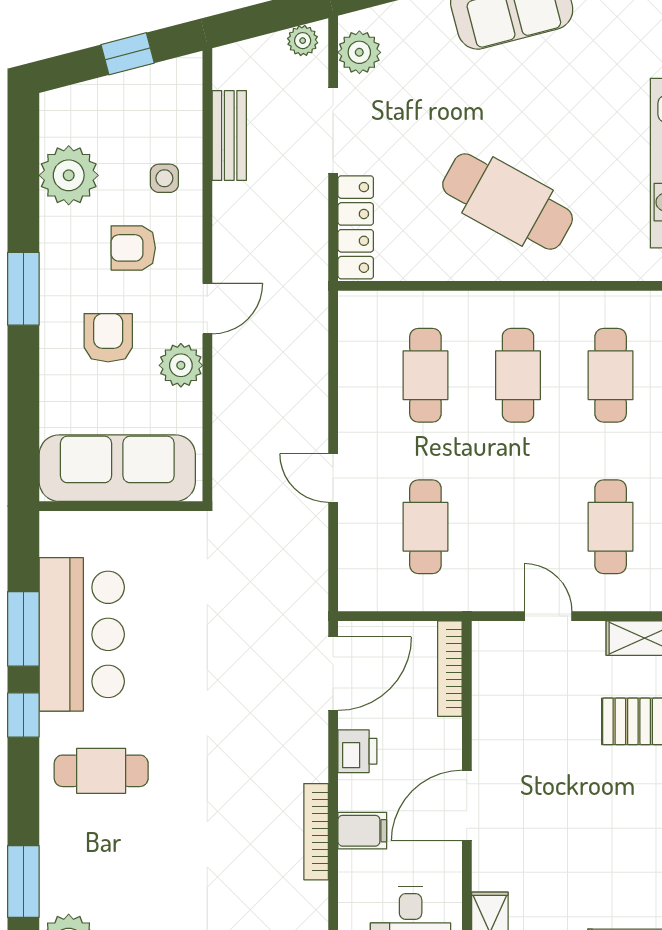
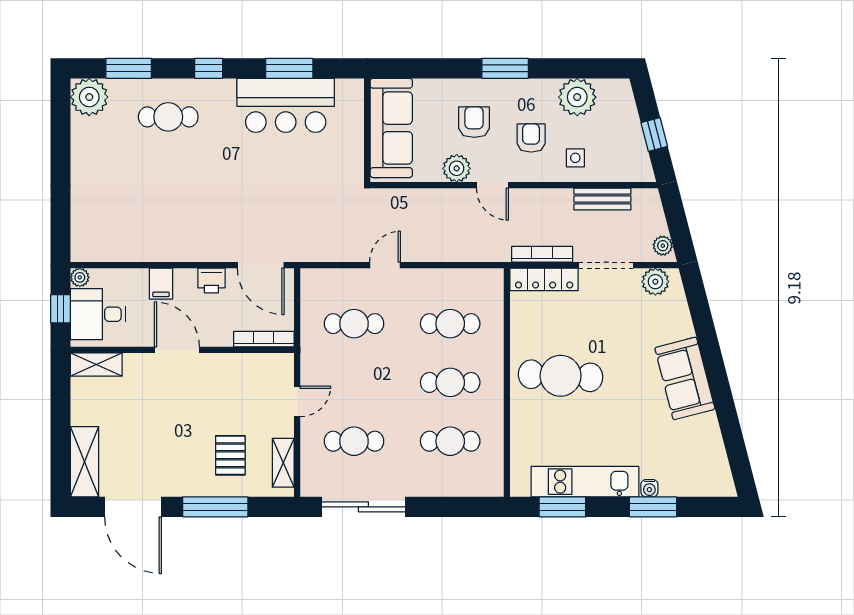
cafe table: (508, 202) -> (561, 376), turned 64
armchair: (108, 338) -> (474, 122), turned -90
window: (23, 715) -> (209, 68), moved
cafe table: (101, 771) -> (168, 117), moved, turned 90
bookcase: (316, 832) -> (542, 254), moved

